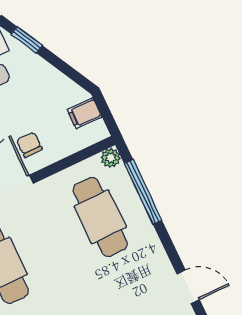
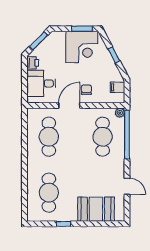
window: (27, 40) -> (114, 55), moved
window: (143, 192) -> (127, 135), width x1.46

